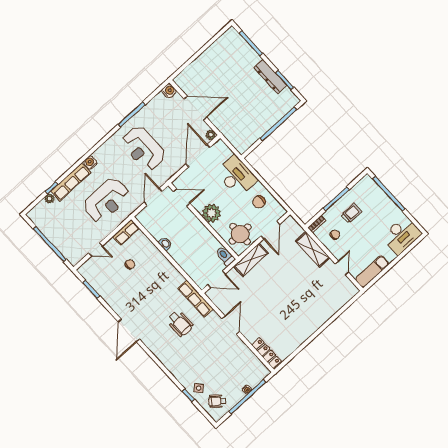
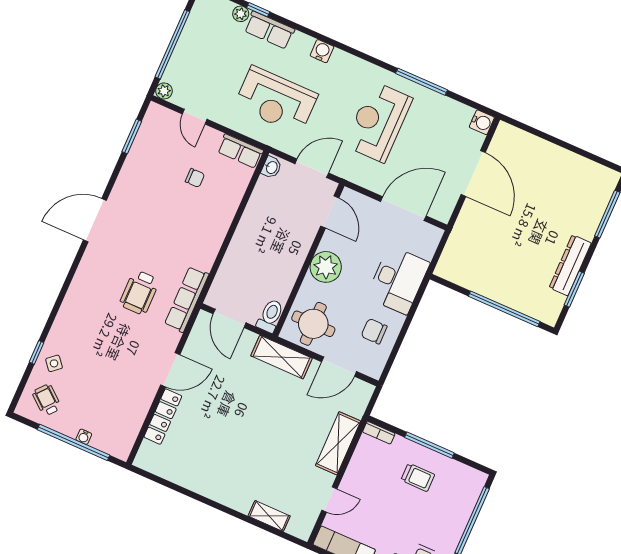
plant: (211, 135) -> (164, 91), moved
row of seats: (71, 182) -> (269, 30), width x0.68
chair: (335, 235) -> (375, 467), removed
washbasin: (165, 244) -> (271, 167), moved
shelving: (336, 306) -> (269, 516), added
locker: (266, 353) -> (163, 417), moved

